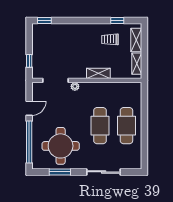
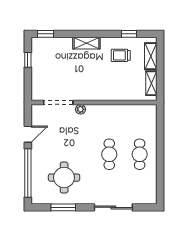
window: (29, 61) -> (28, 60), moved
shelving: (98, 73) -> (86, 43), moved
cafe table: (100, 126) -> (109, 154), width x0.73, depth x0.74
cafe table: (126, 126) -> (140, 154), width x0.73, depth x0.74
round table: (61, 146) -> (64, 178), width x0.73, depth x0.73

